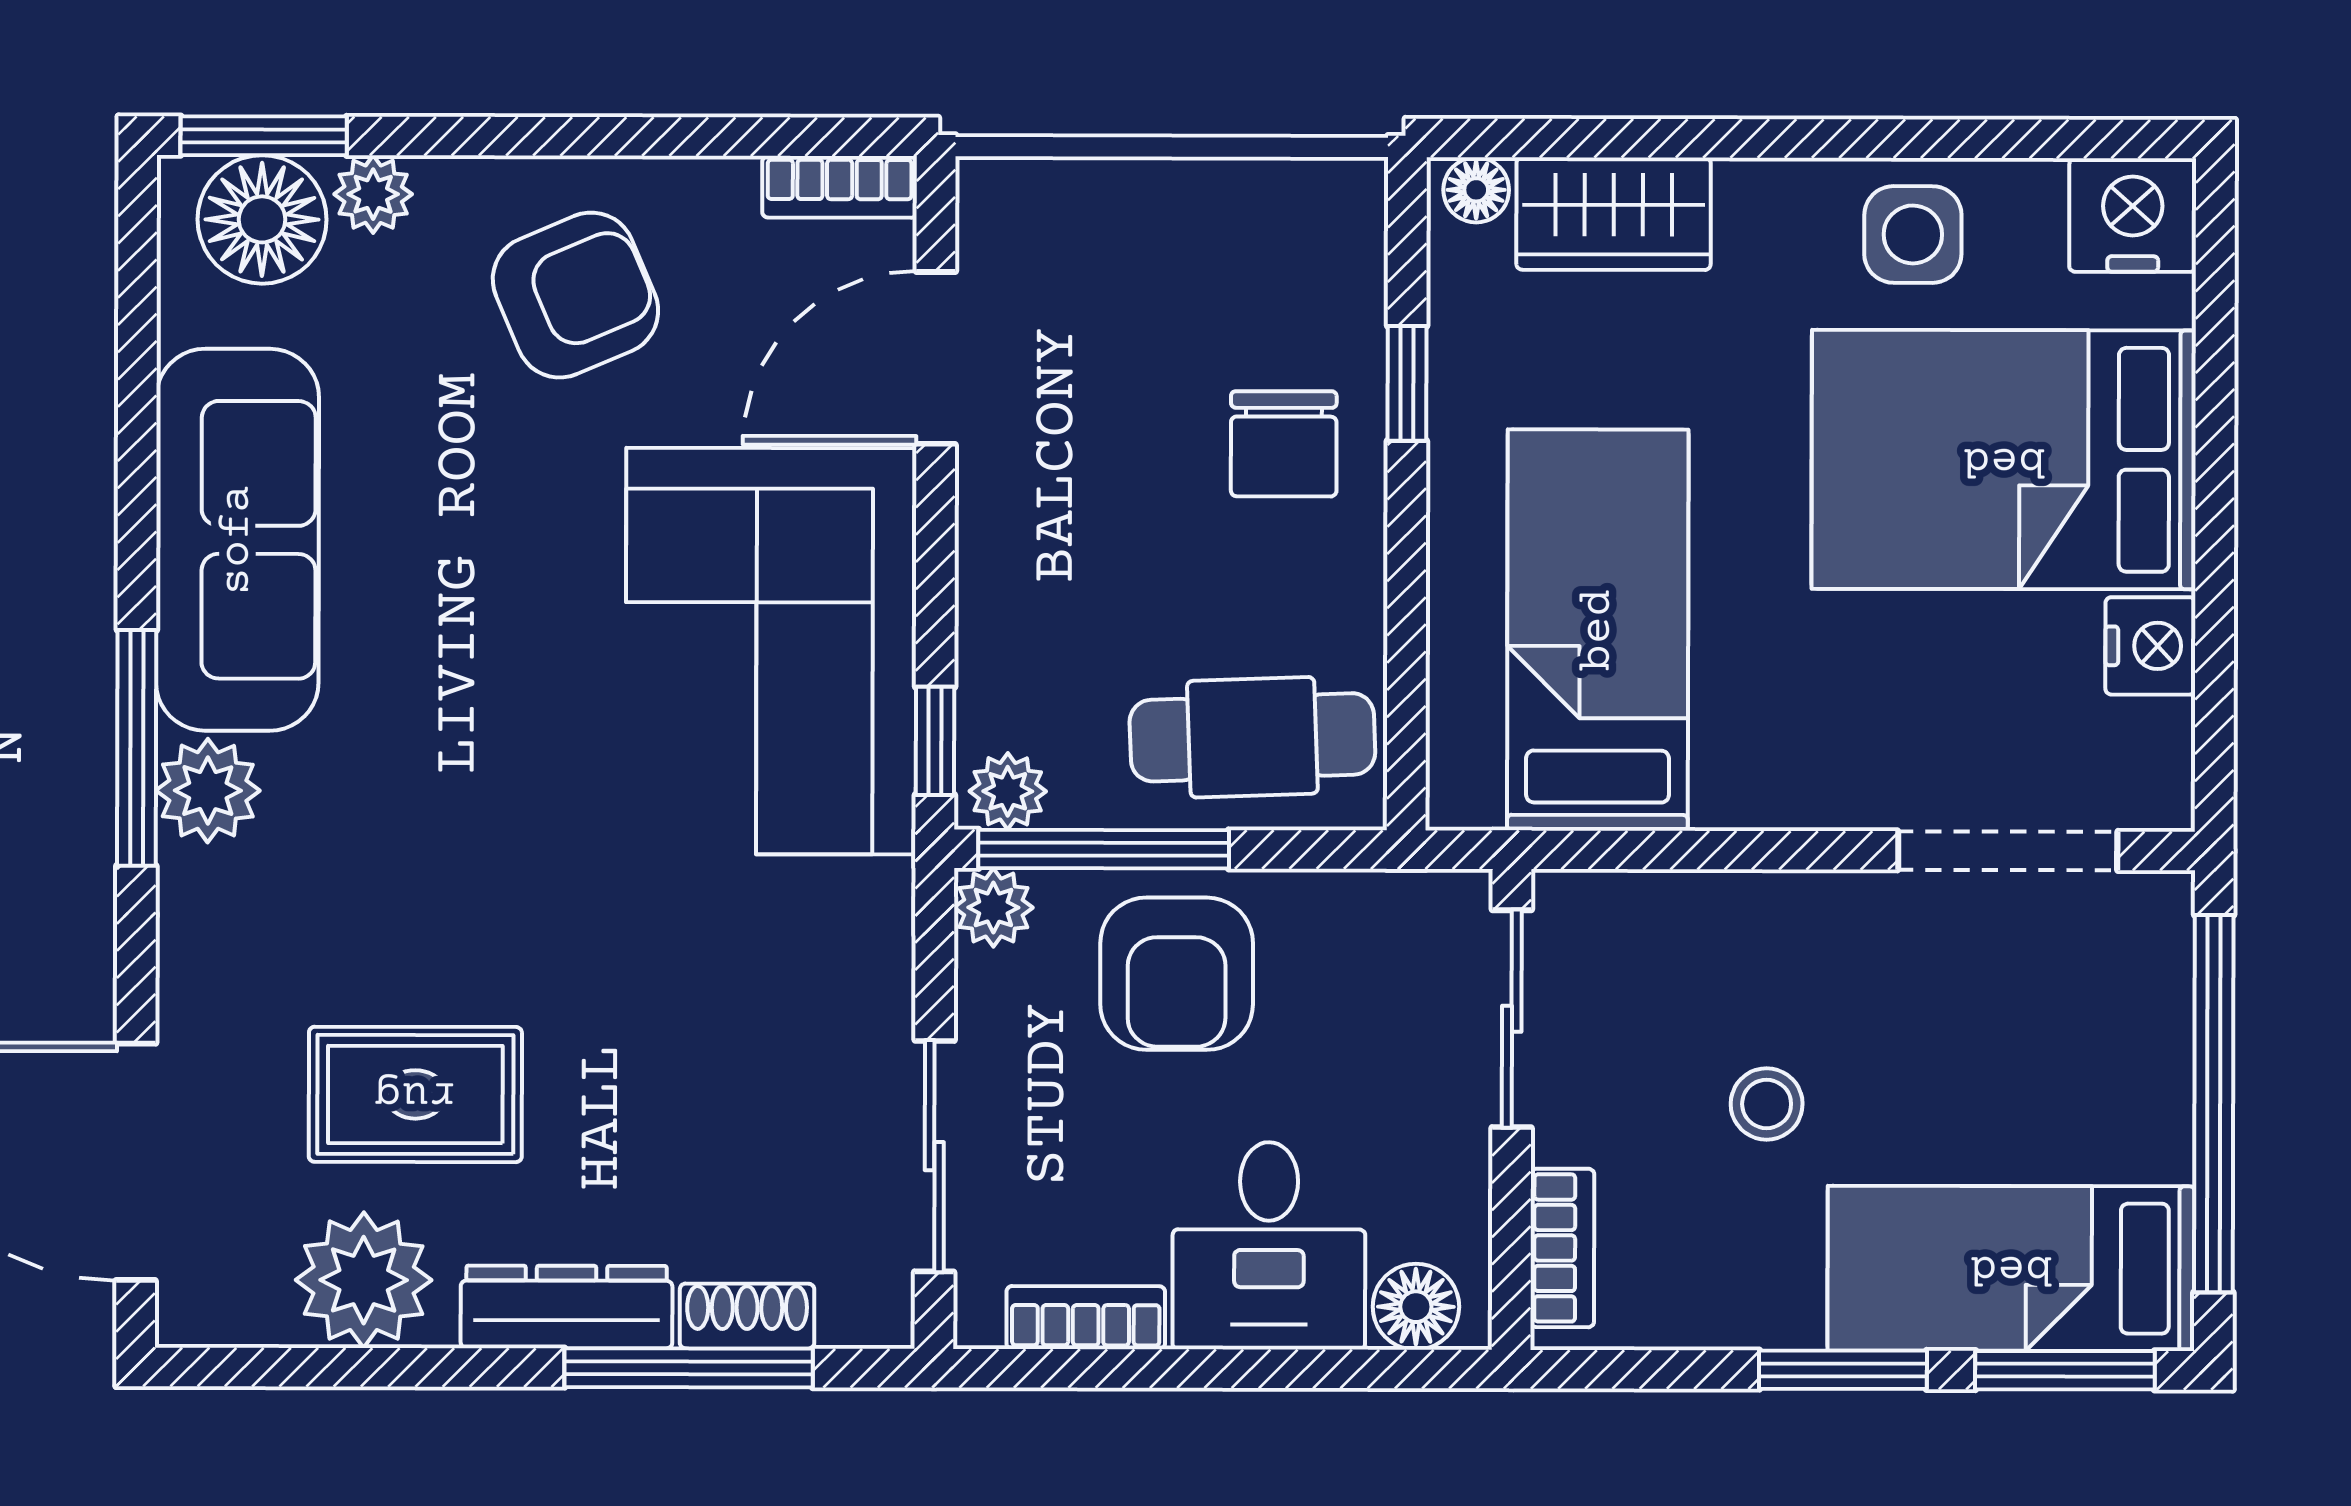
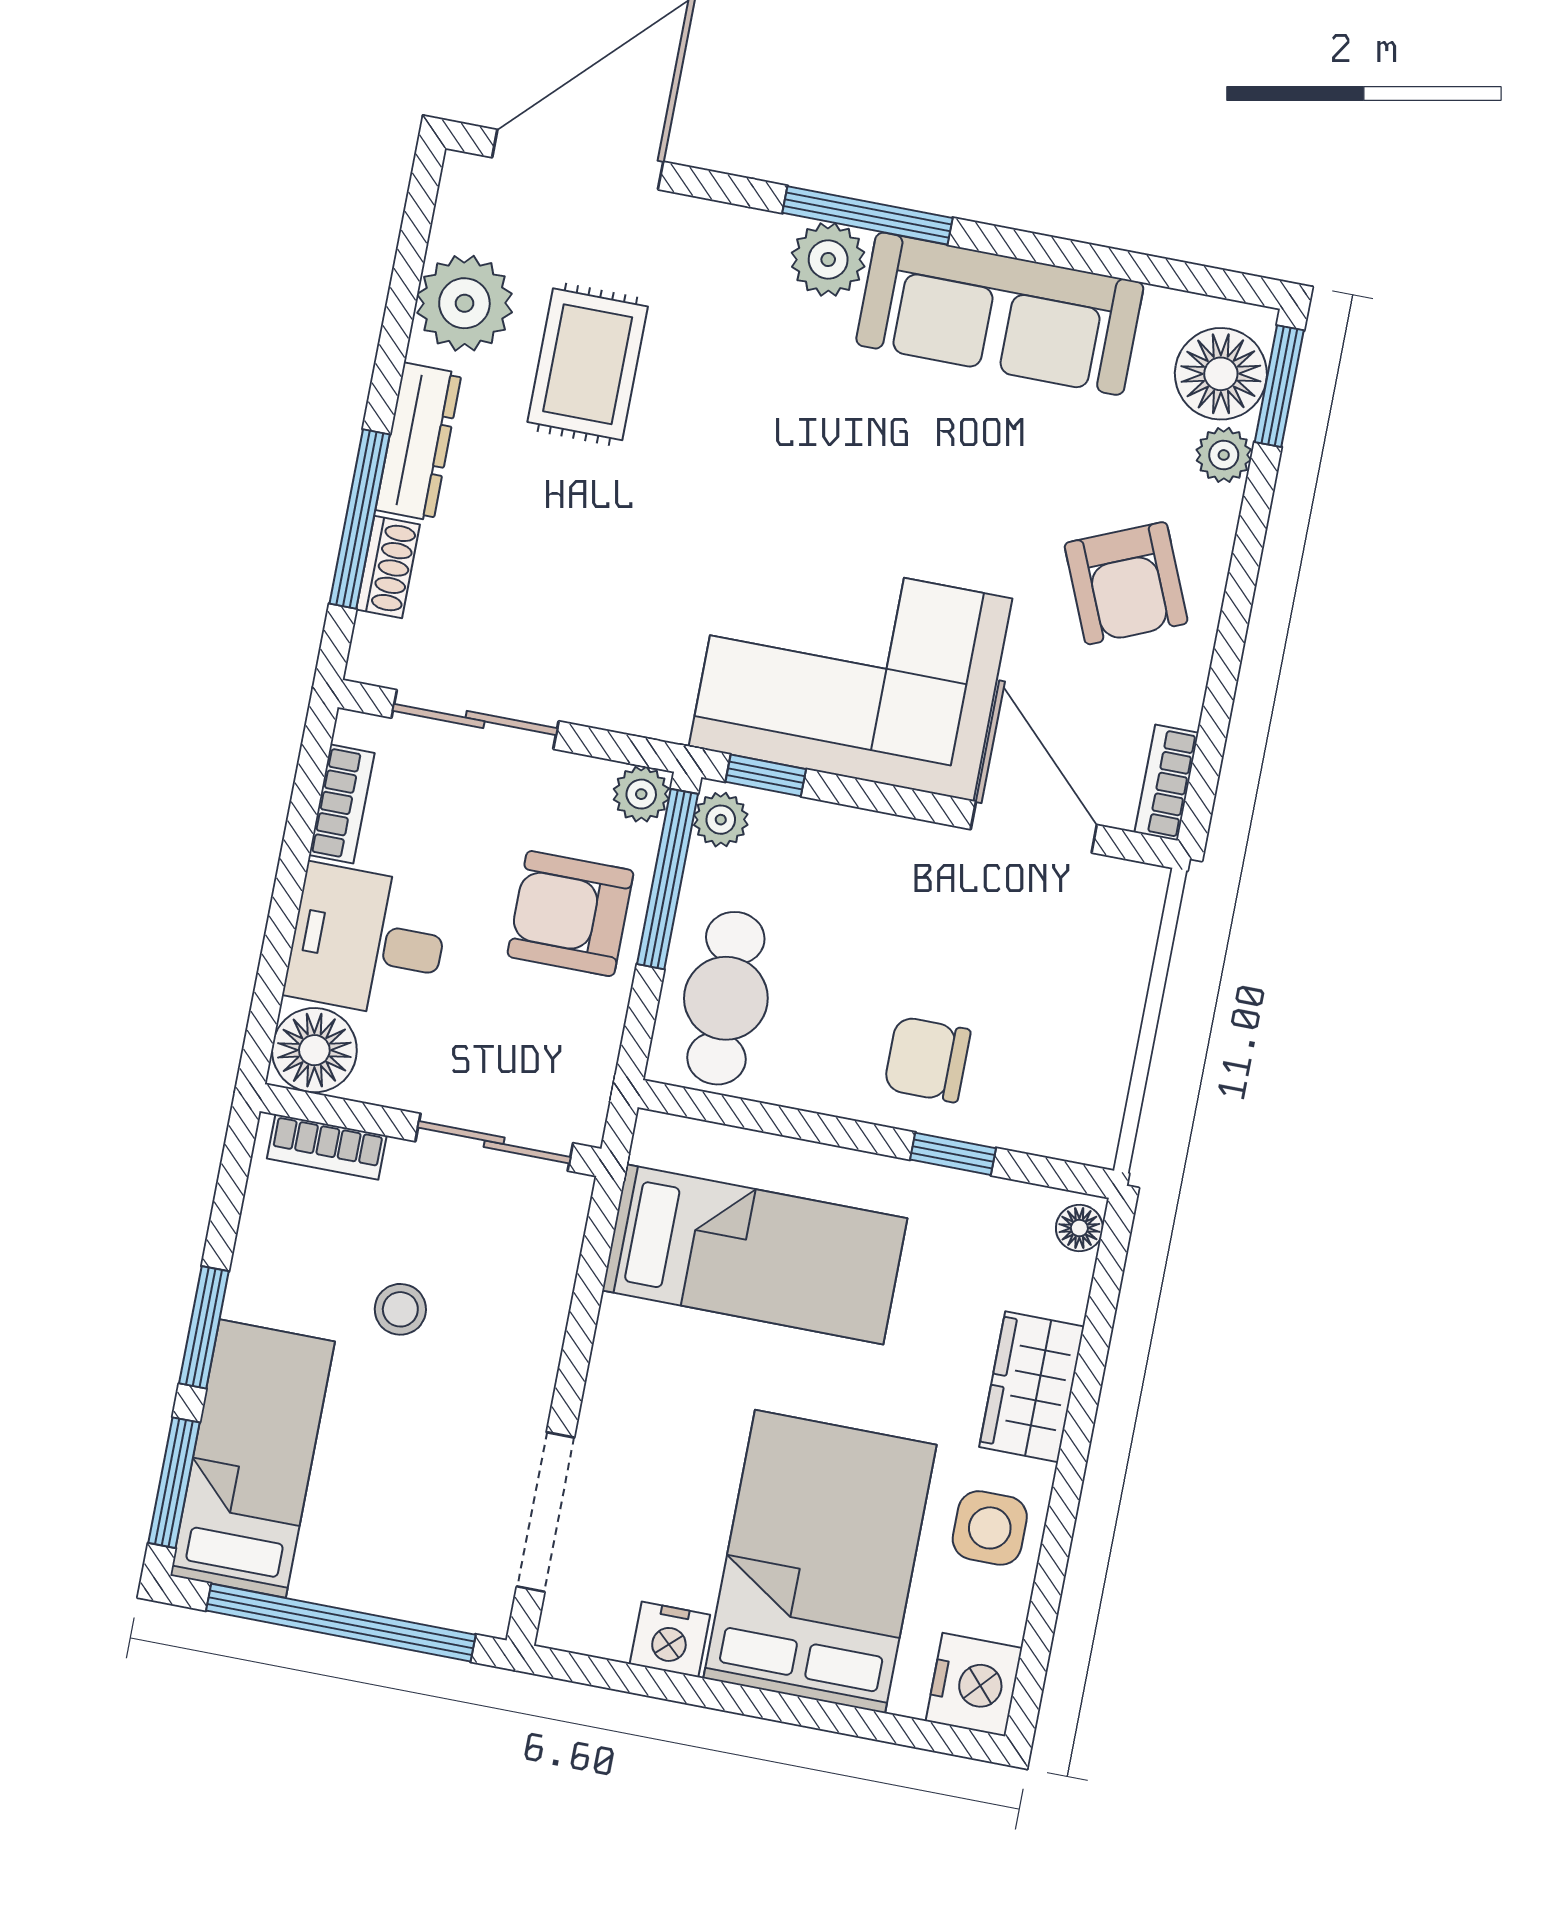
wardrobe: (1614, 214) -> (1032, 1387), moved
floor lamp: (1416, 1307) -> (314, 1050), width x1.38, depth x1.38

